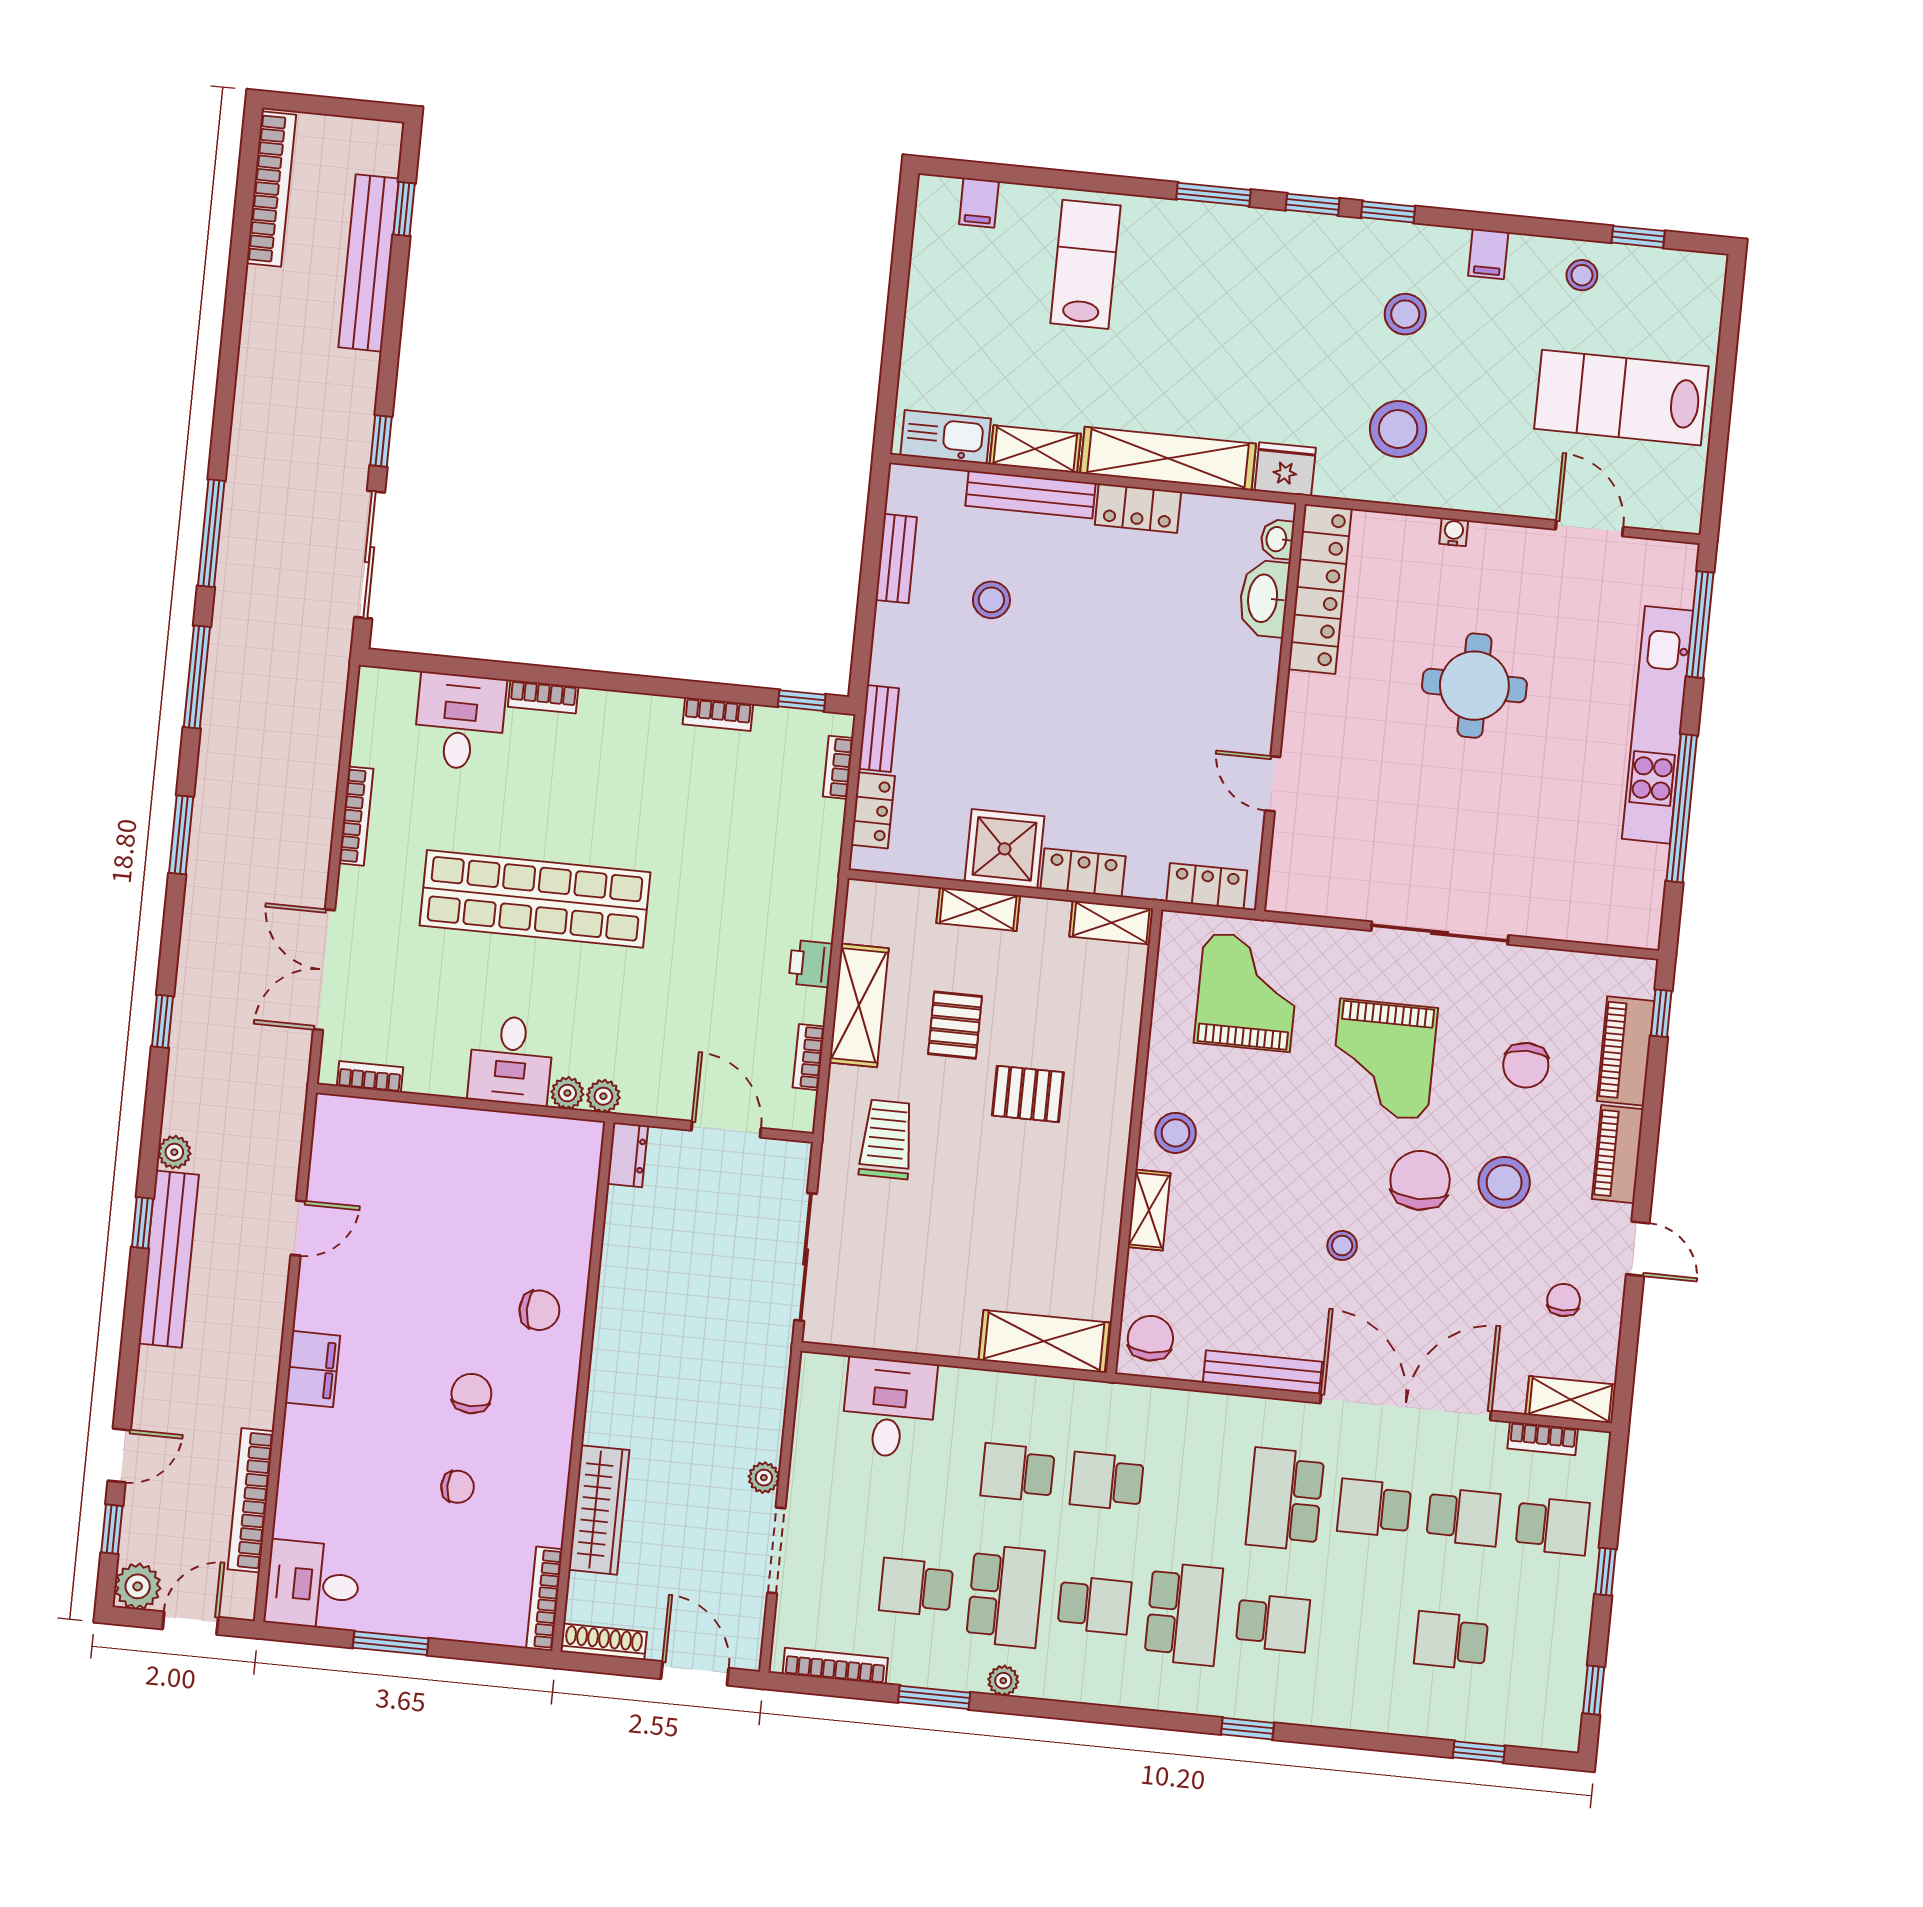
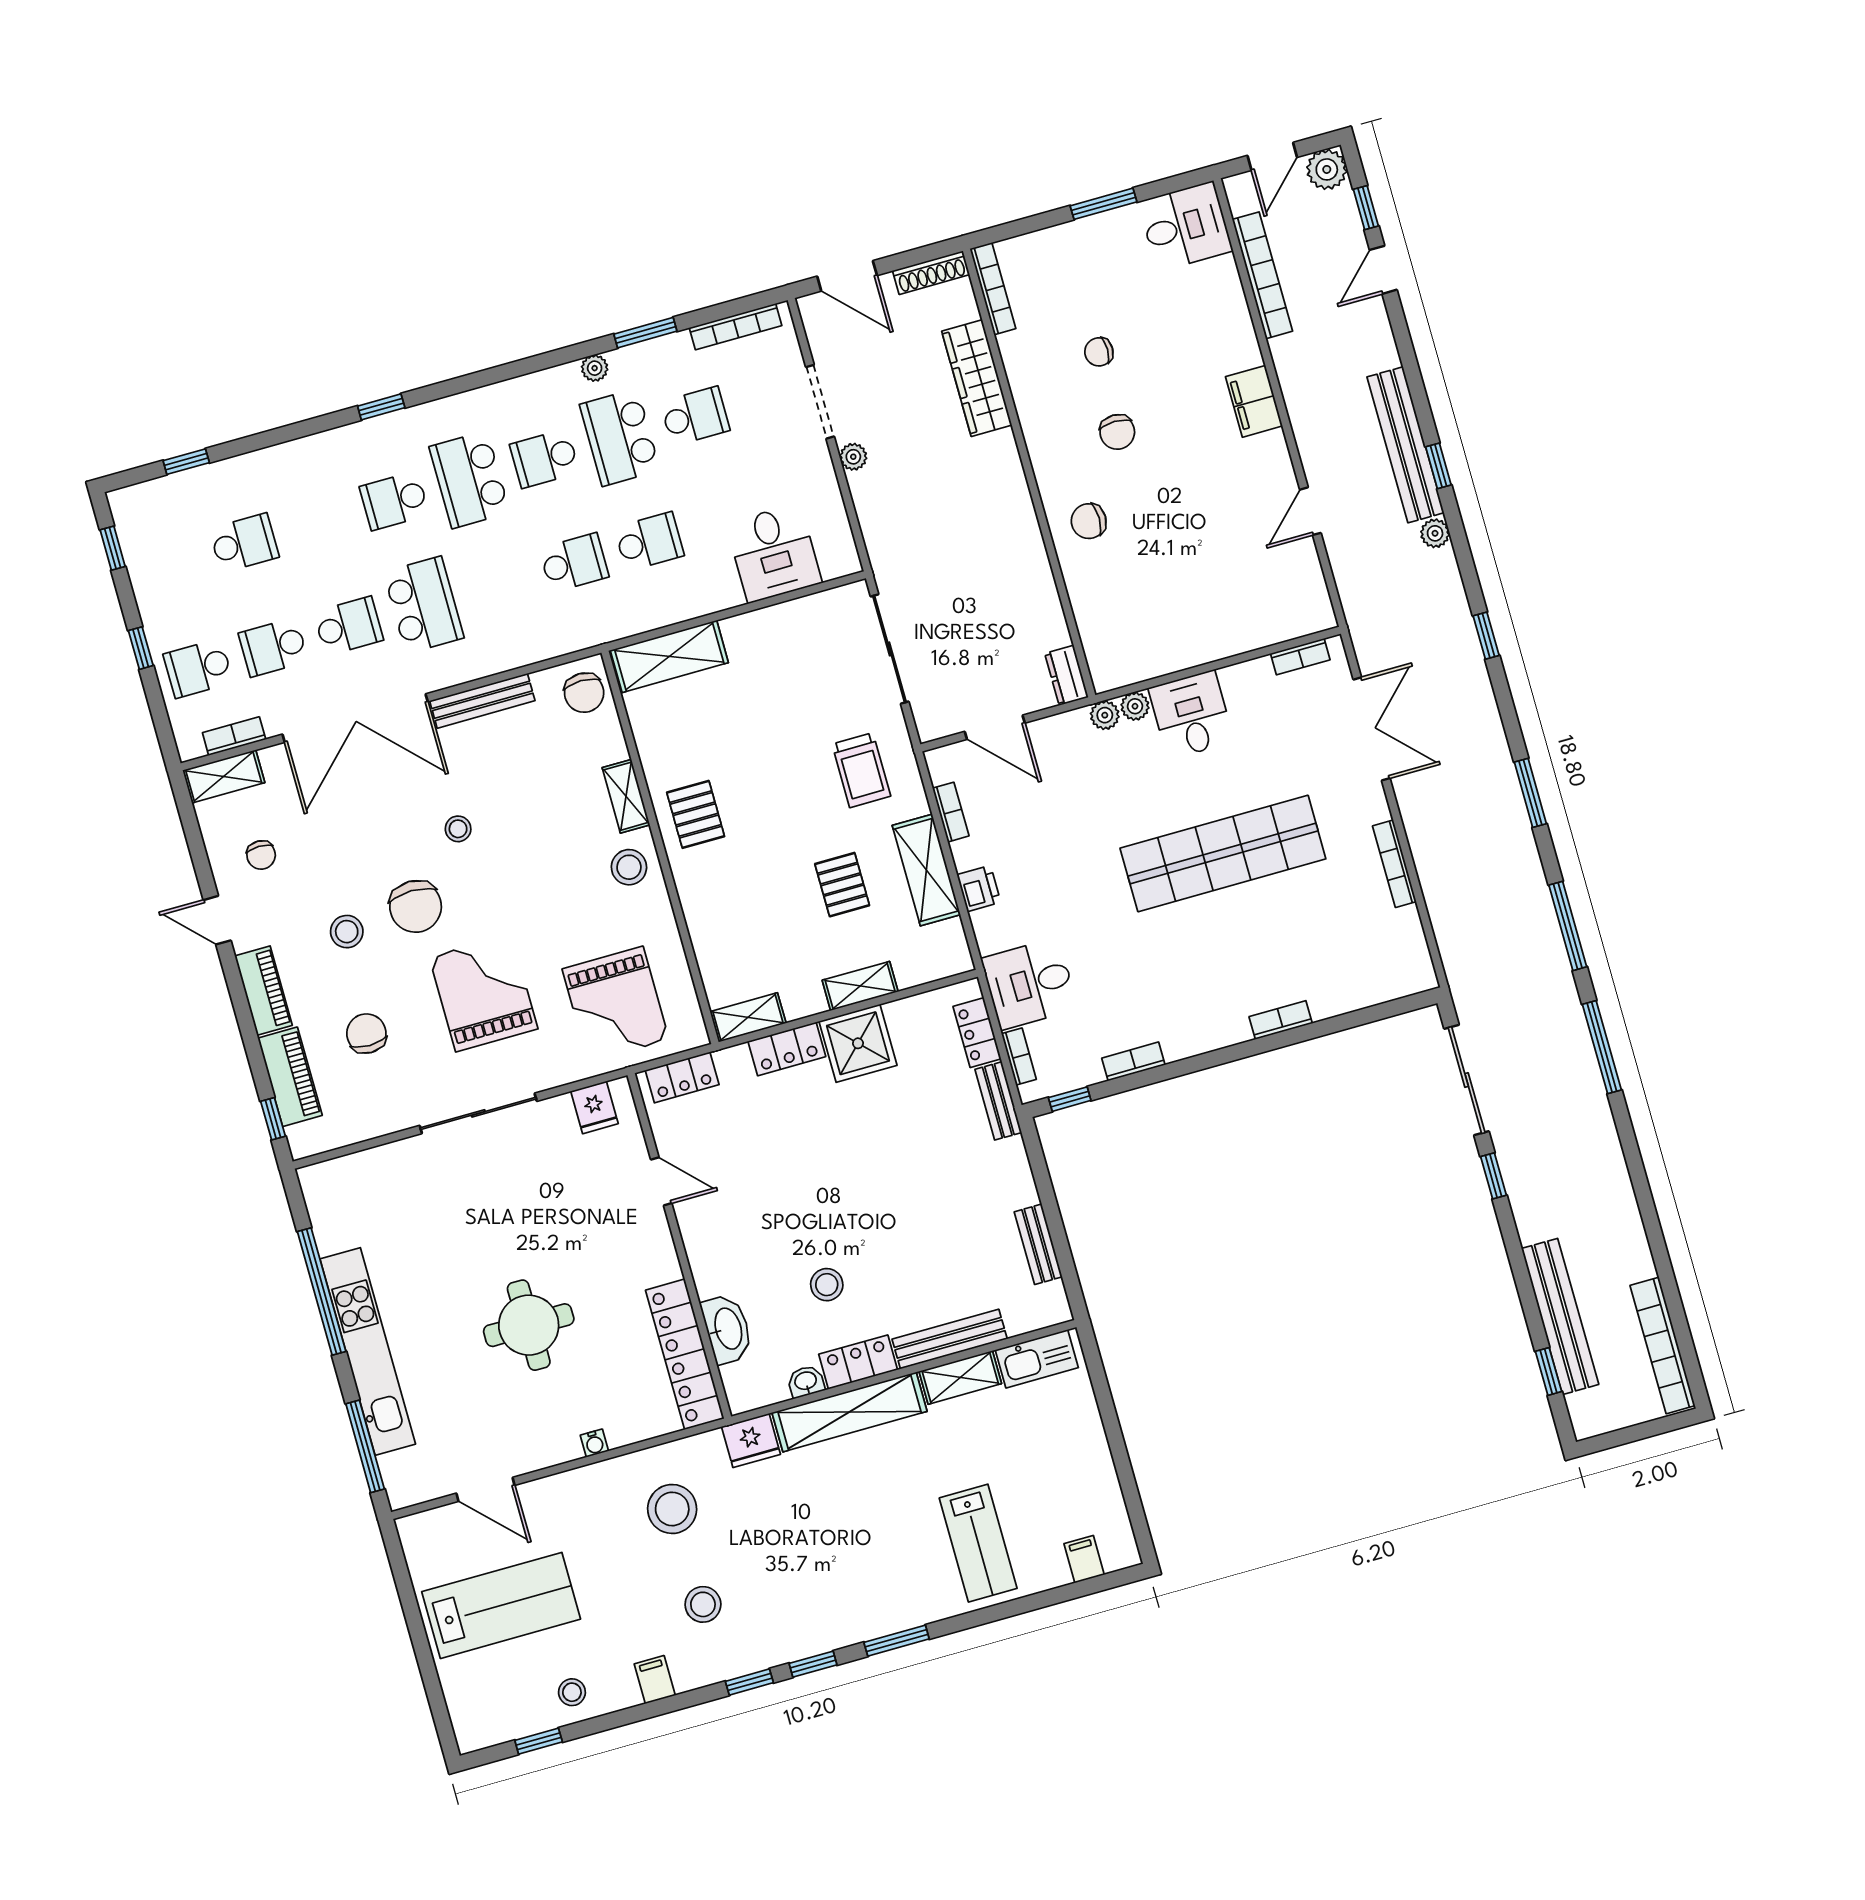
washbasin: (1277, 539) -> (806, 1381), moved, turned -90
stool: (991, 600) -> (827, 1285), moved
desk: (460, 722) -> (1030, 984), moved, turned 90
fridge: (1313, 891) -> (594, 1107), added
pallet: (1028, 1094) -> (696, 814), moved, turned 90
stool: (1504, 1182) -> (347, 932), width x0.73, depth x0.73

